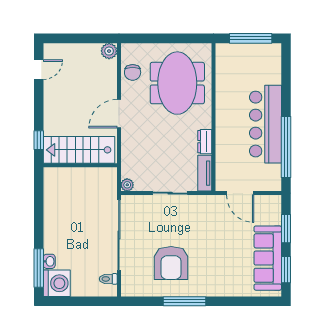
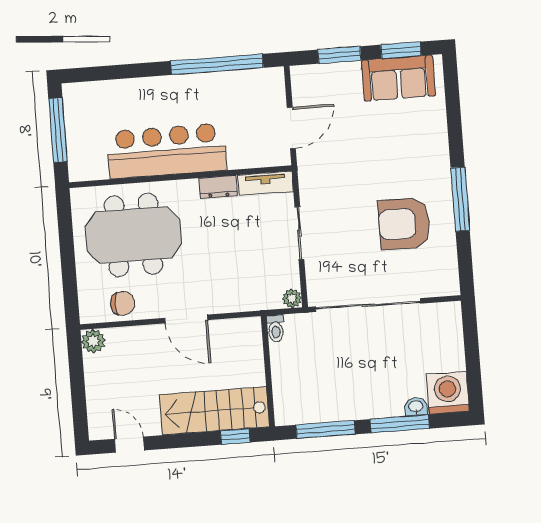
bar counter: (266, 124) -> (167, 151), moved, turned 180
stairs: (79, 150) -> (214, 411), moved, turned 90
window: (39, 200) -> (325, 430), added
sofa: (268, 258) -> (398, 78), width x0.73
armchair: (171, 263) -> (404, 224), turned 180
window: (39, 268) -> (400, 424), moved
toilet: (108, 279) -> (276, 328), moved

